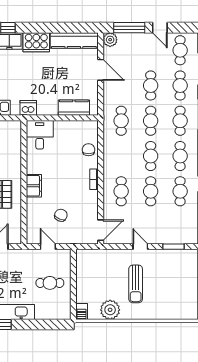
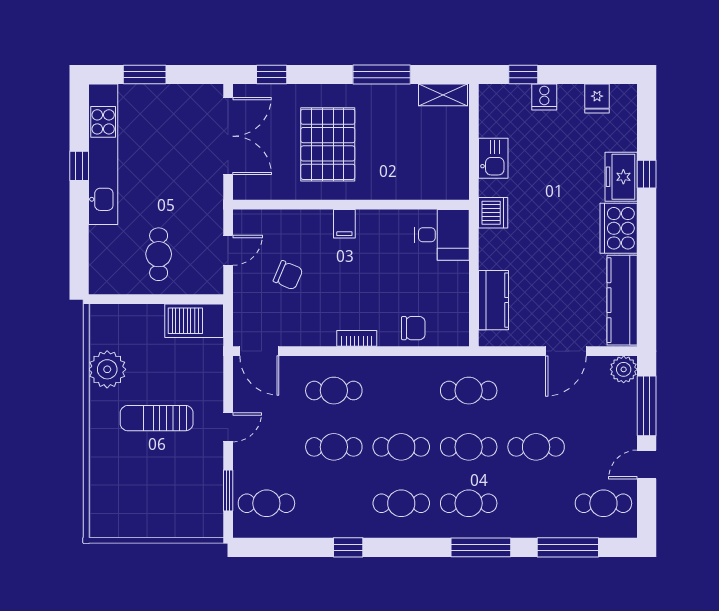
cafe table: (180, 85) -> (536, 503), removed
filing cabinet: (34, 186) -> (344, 224), width x0.50
cafe table: (180, 191) -> (266, 503), moved
barbecue: (82, 311) -> (194, 321), moved, width x1.88, depth x1.53

